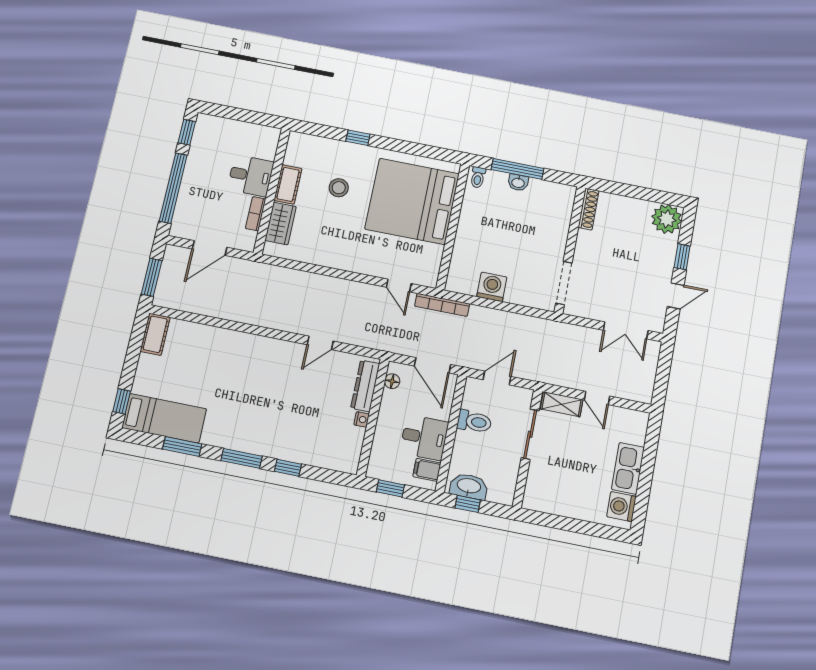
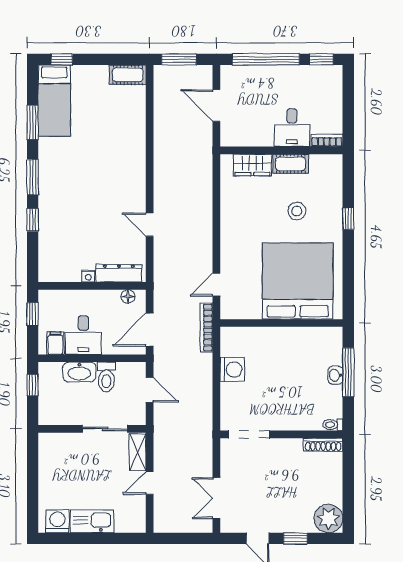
toilet: (478, 177) -> (333, 425), moved
bookcase: (256, 214) -> (327, 140), moved
washbasin: (469, 486) -> (79, 372), moved, turned 90

